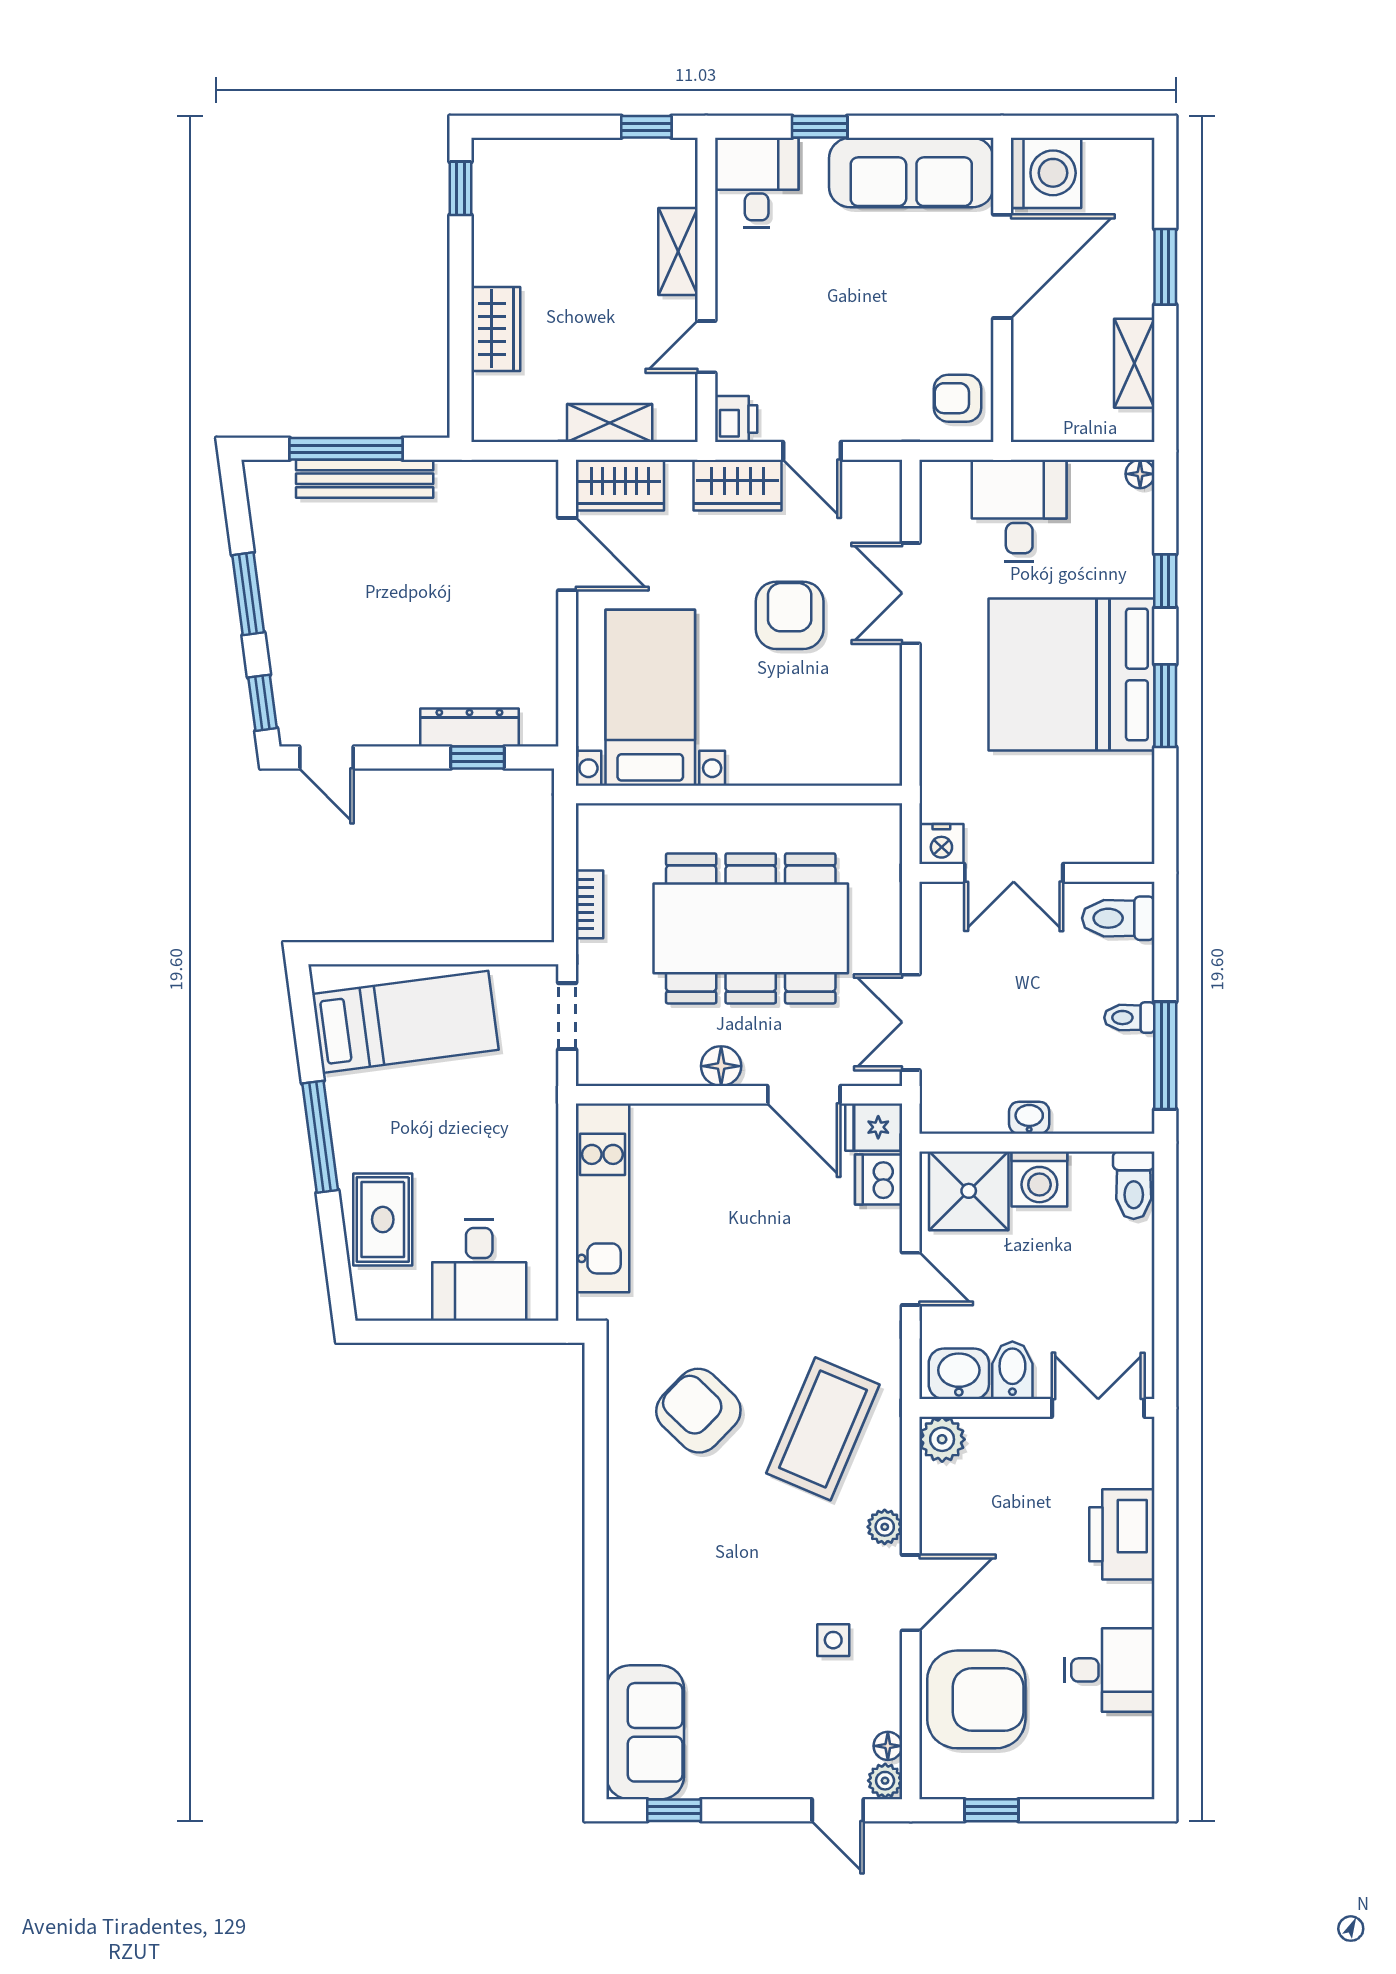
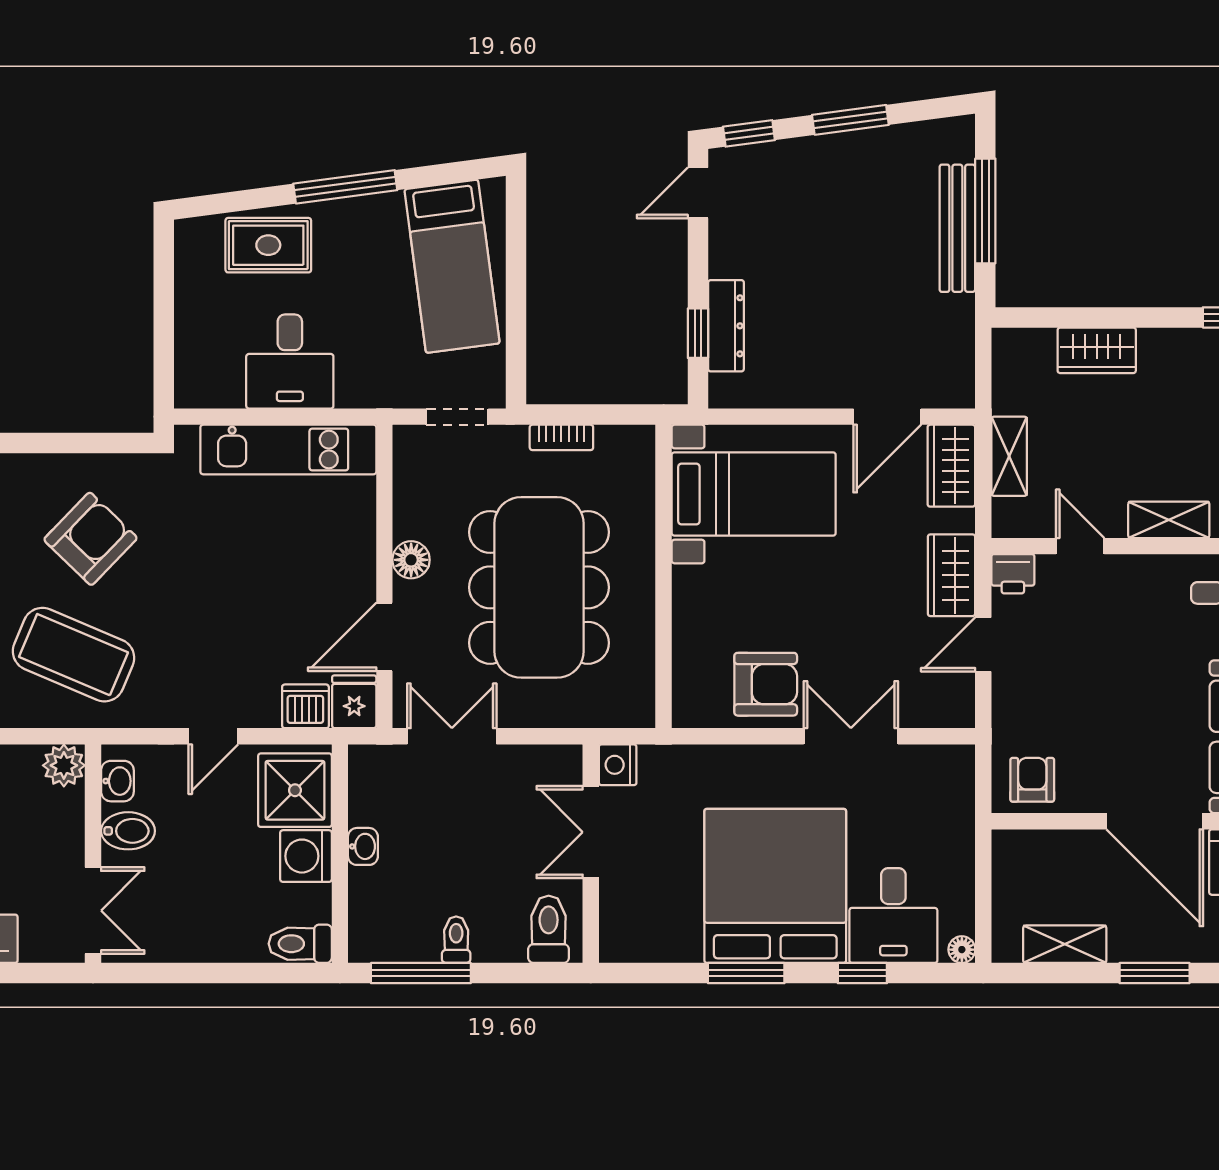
desk: (1019, 511) -> (893, 915), moved, turned 90
armchair: (790, 615) -> (766, 684), moved
desk: (479, 1270) -> (290, 361), moved, turned -90
washbasin: (959, 1374) -> (117, 781), width x0.72, depth x0.69

